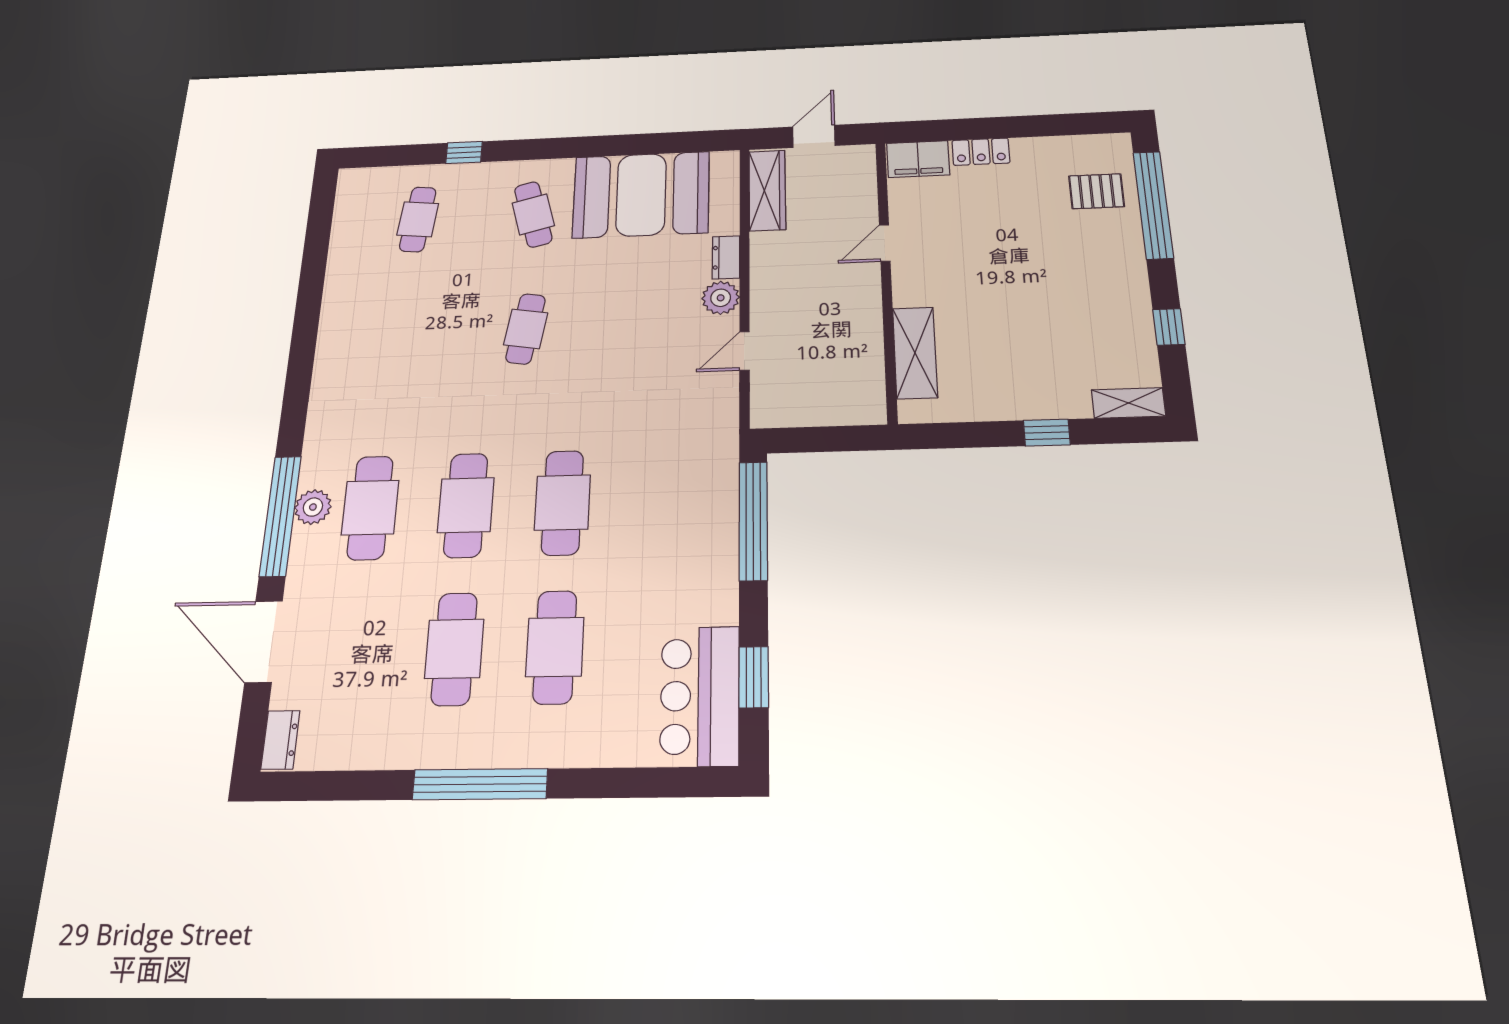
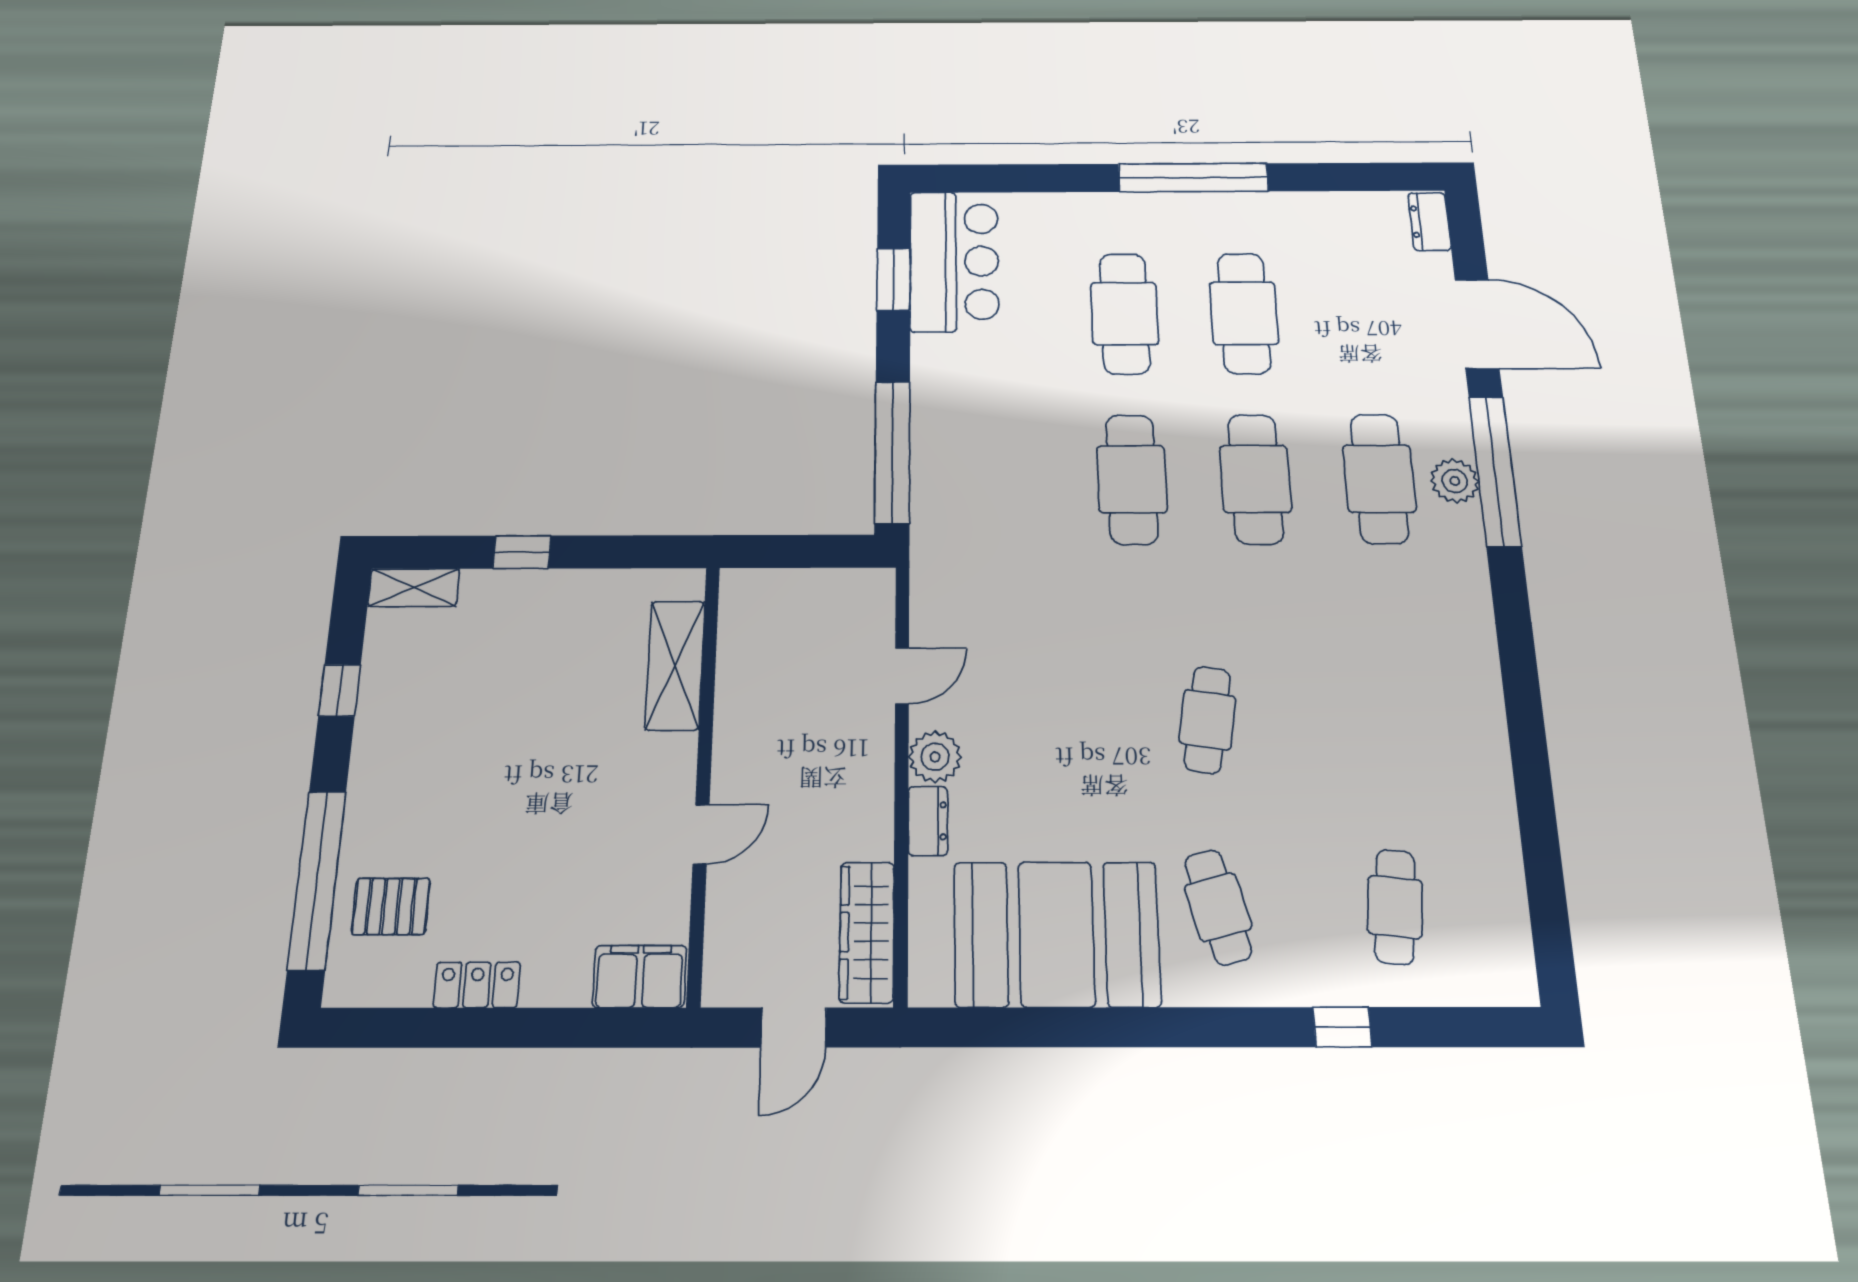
locker: (981, 152) -> (477, 985), moved

